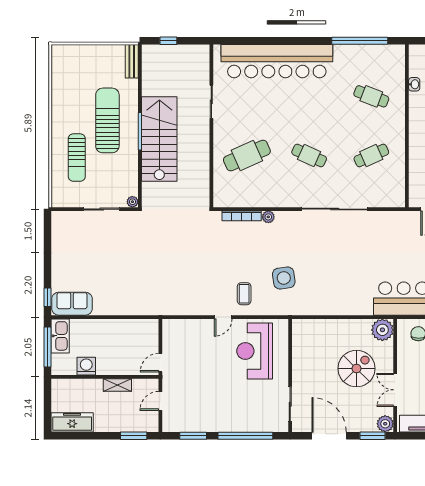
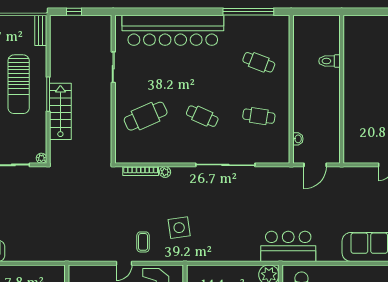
washbasin: (414, 84) -> (298, 139), moved
sun lounger: (107, 120) -> (19, 84), turned 180
stairs: (159, 139) -> (60, 111), width x0.73, depth x0.66
cafe table: (371, 155) -> (259, 116), turned 33

